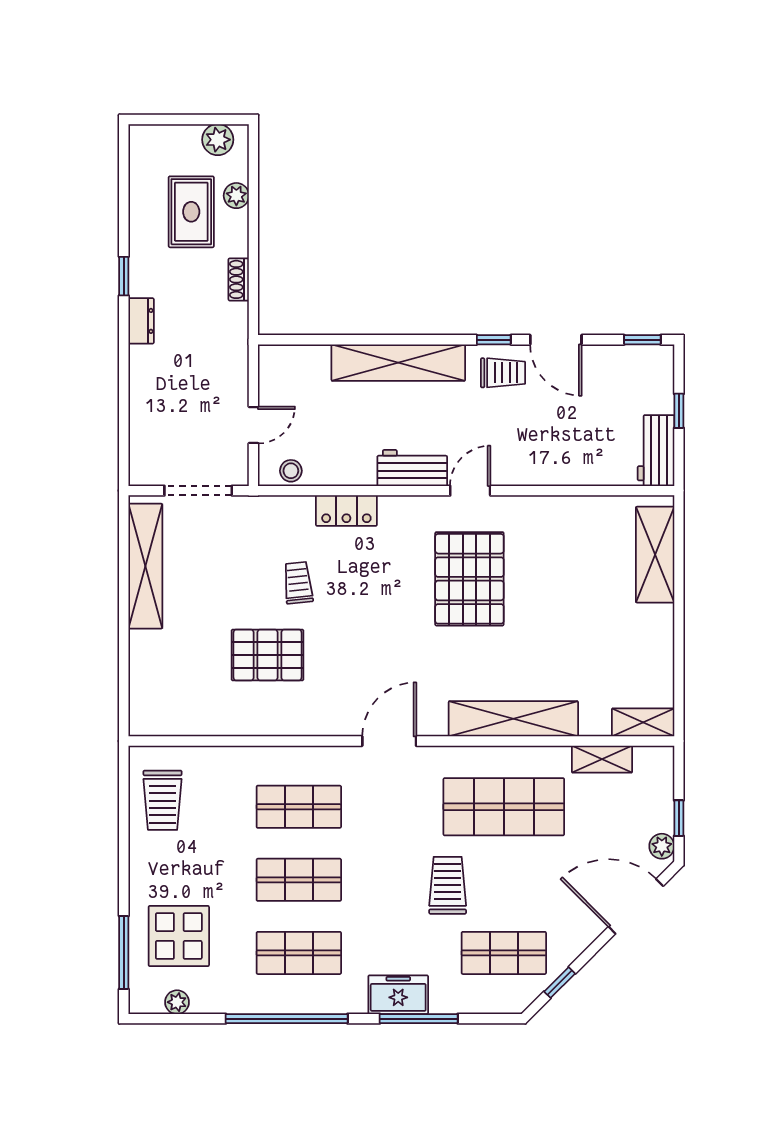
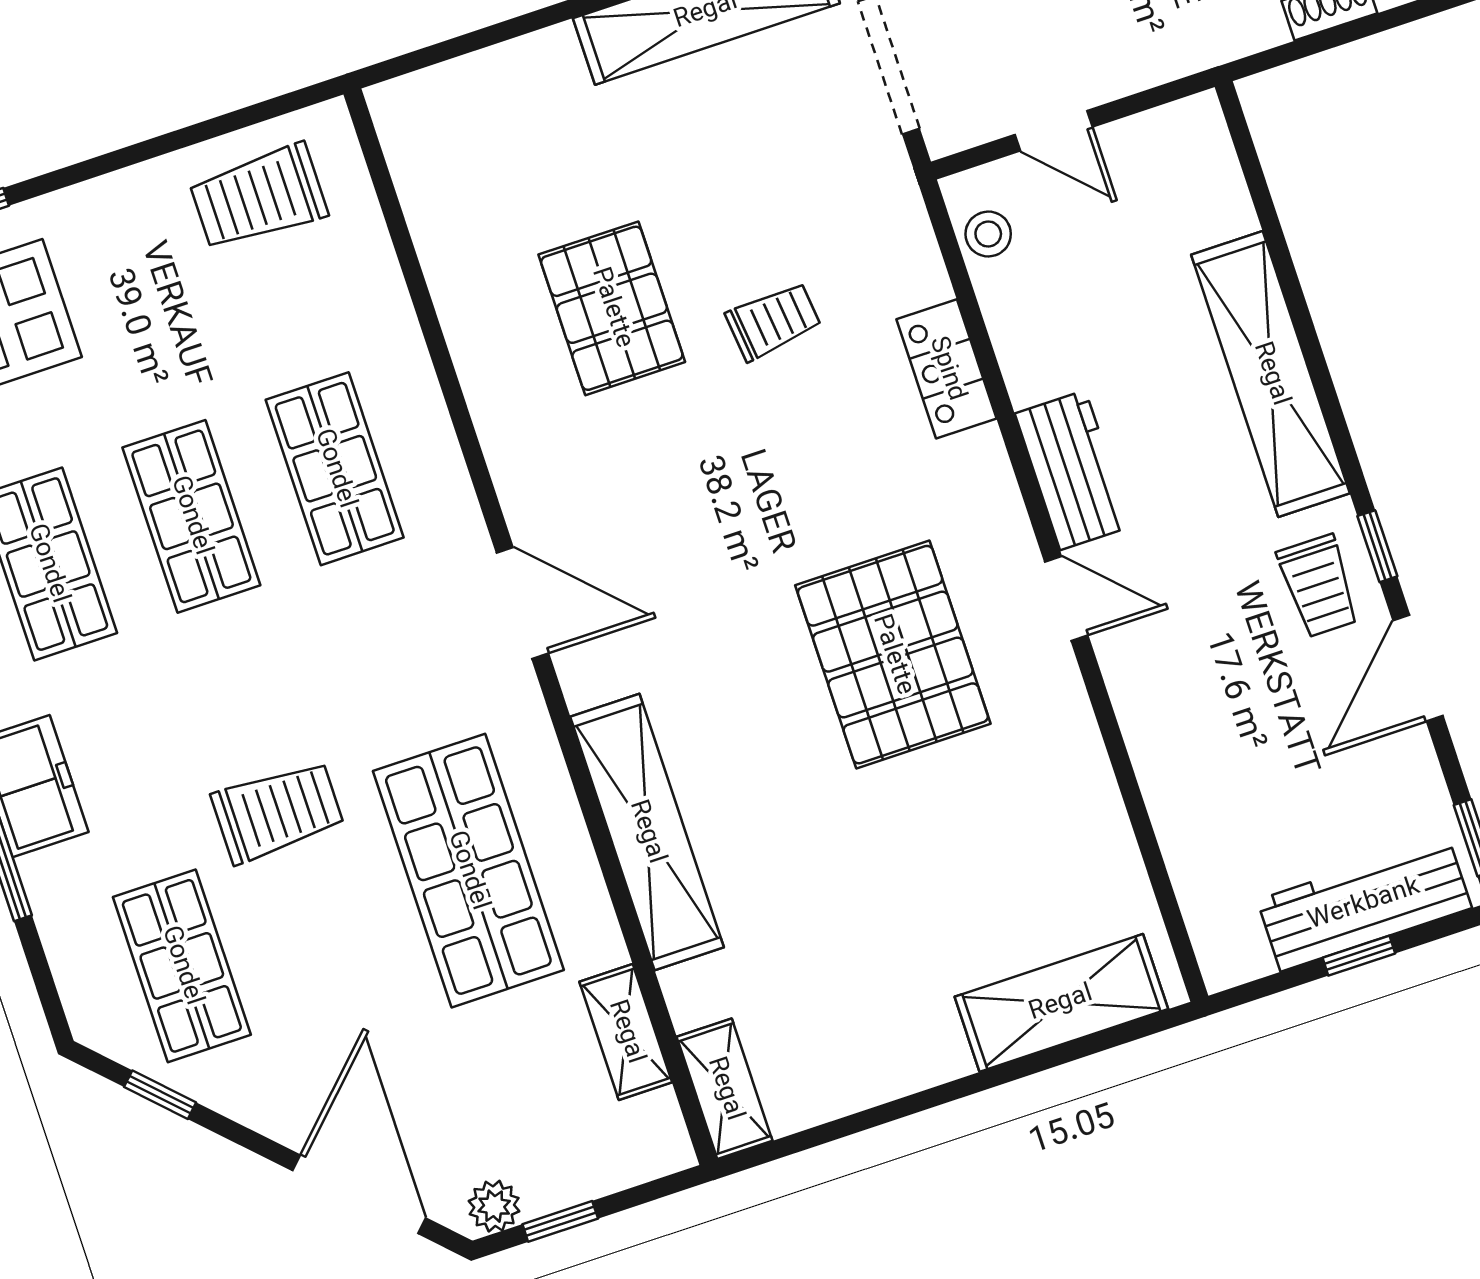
workbench: (656, 451) -> (1364, 904), moved, width x1.38
pallet: (469, 579) -> (893, 655), turned 90

